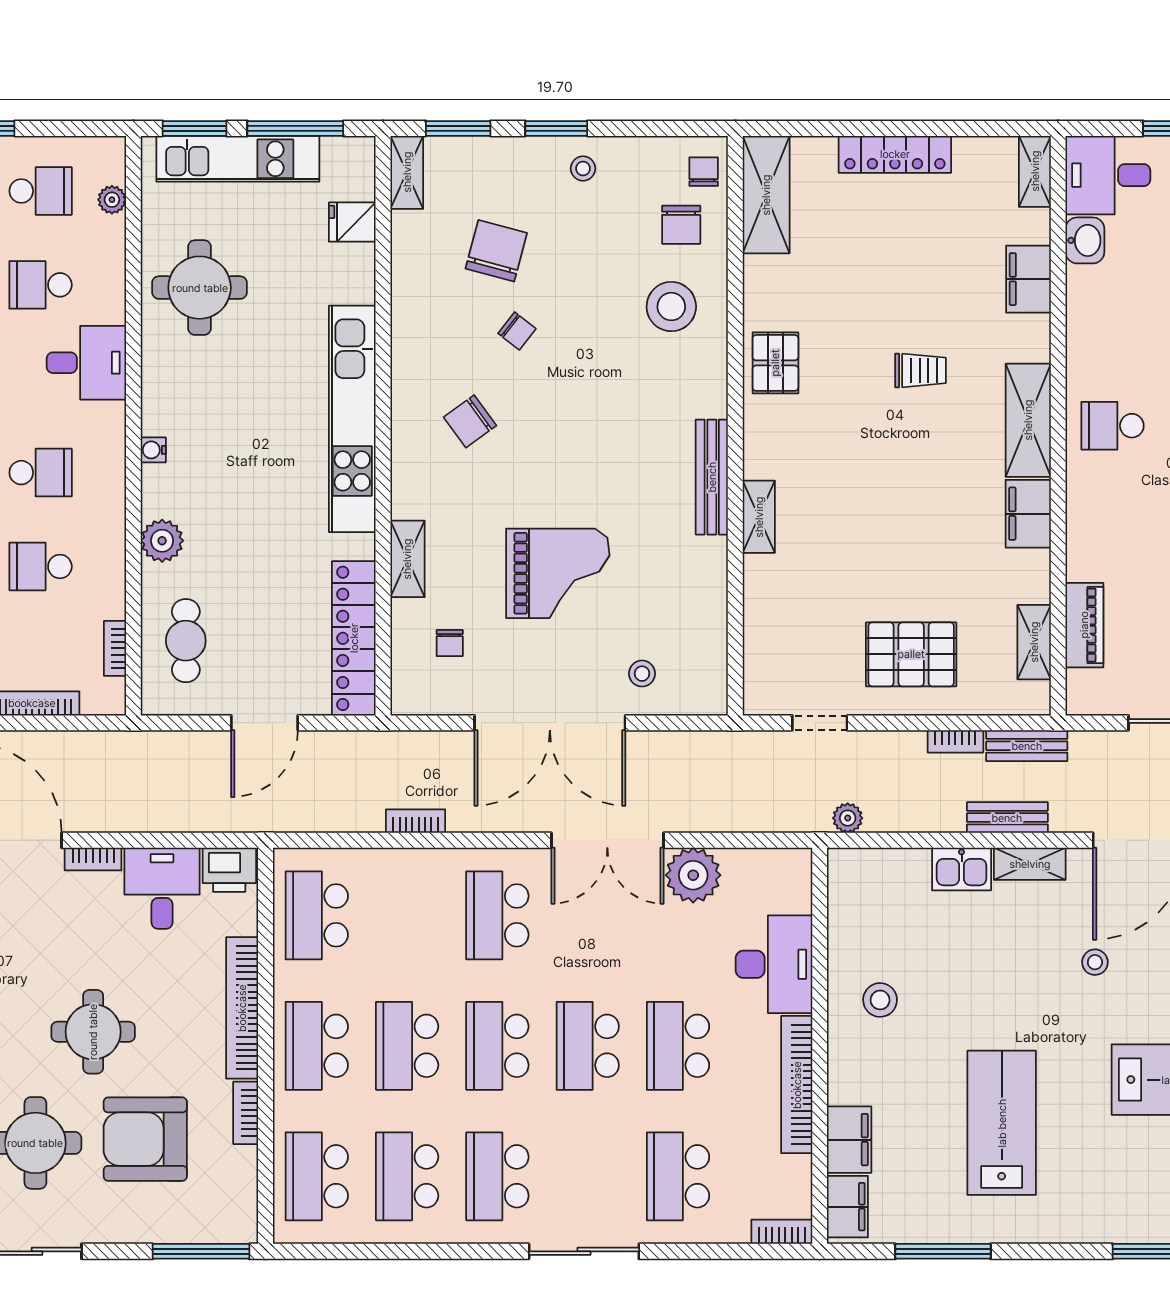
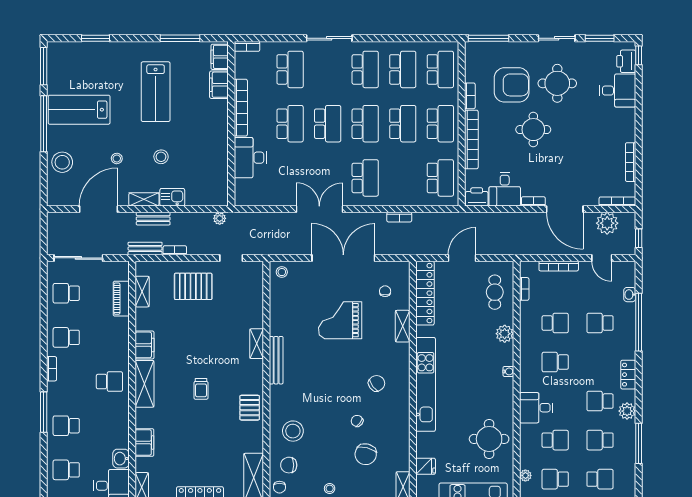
chair: (681, 225) -> (289, 465), turned -90
trolley: (920, 370) -> (201, 389), moved, turned -90
stool: (642, 674) -> (282, 272), moved
plant: (693, 875) -> (284, 195), removed
stool: (880, 1000) -> (161, 157), moved

